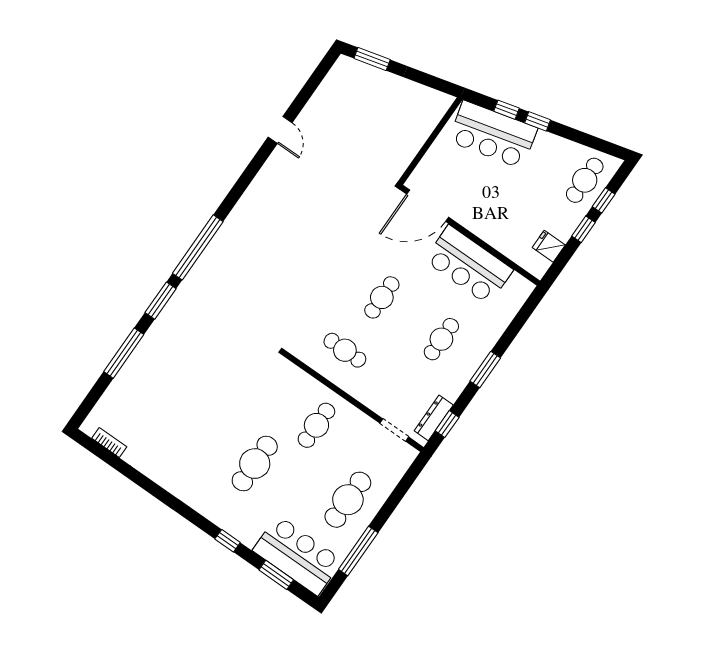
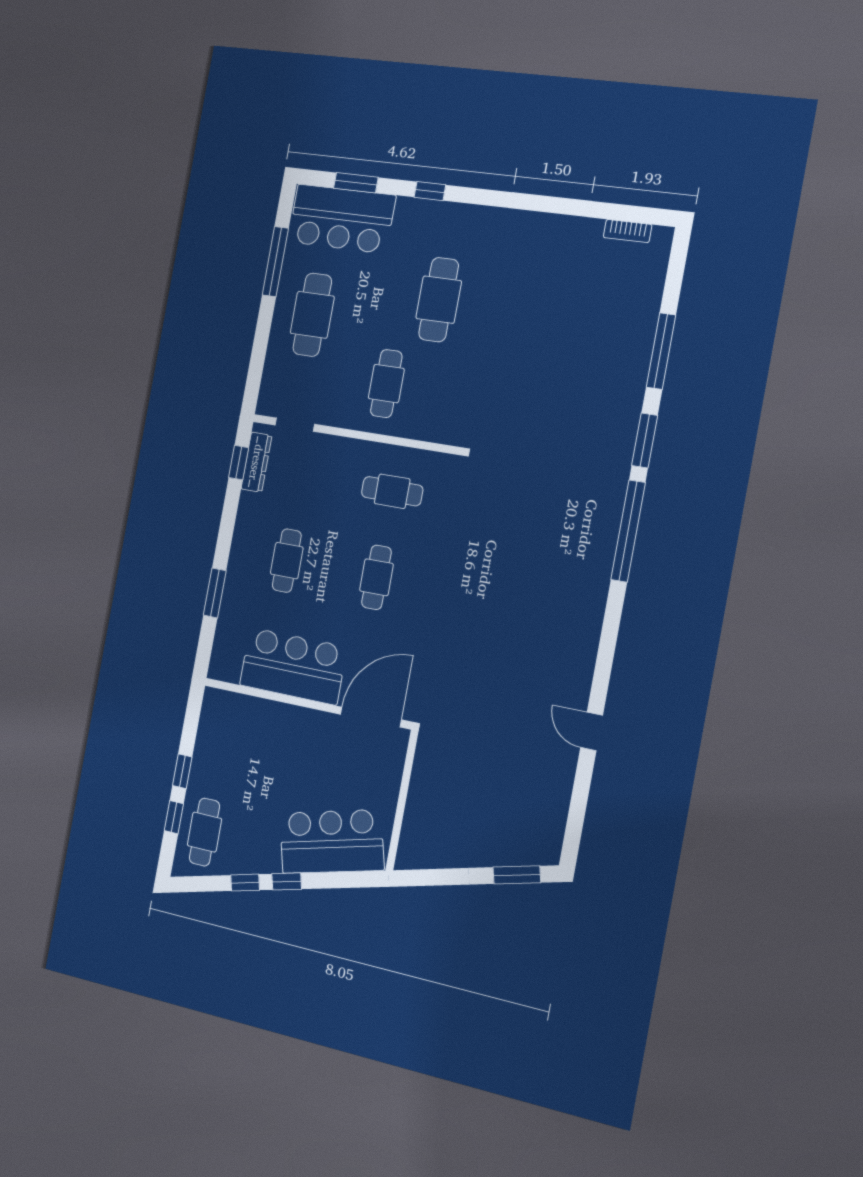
window: (507, 110) -> (245, 883), moved
fridge: (549, 246) -> (212, 732), removed
window: (485, 369) -> (215, 593), moved

